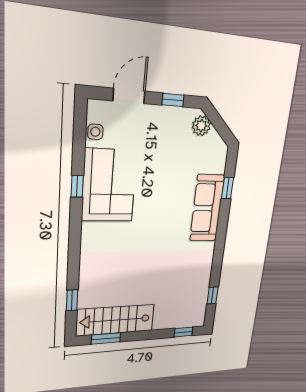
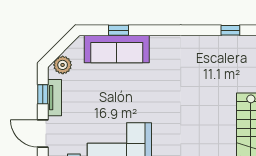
tv unit: (168, 114) -> (55, 98), added
sofa: (207, 208) -> (117, 49), moved

